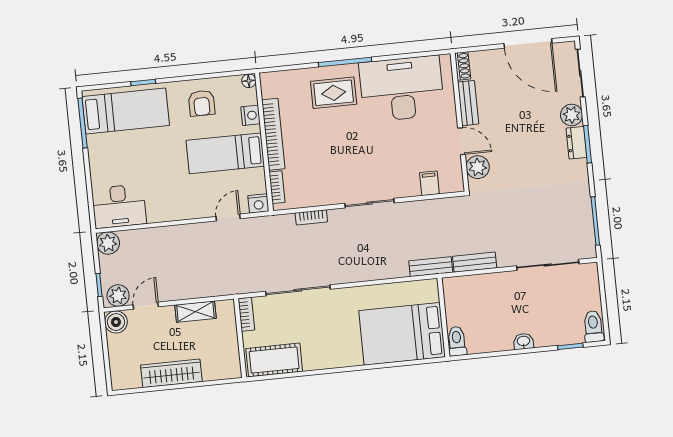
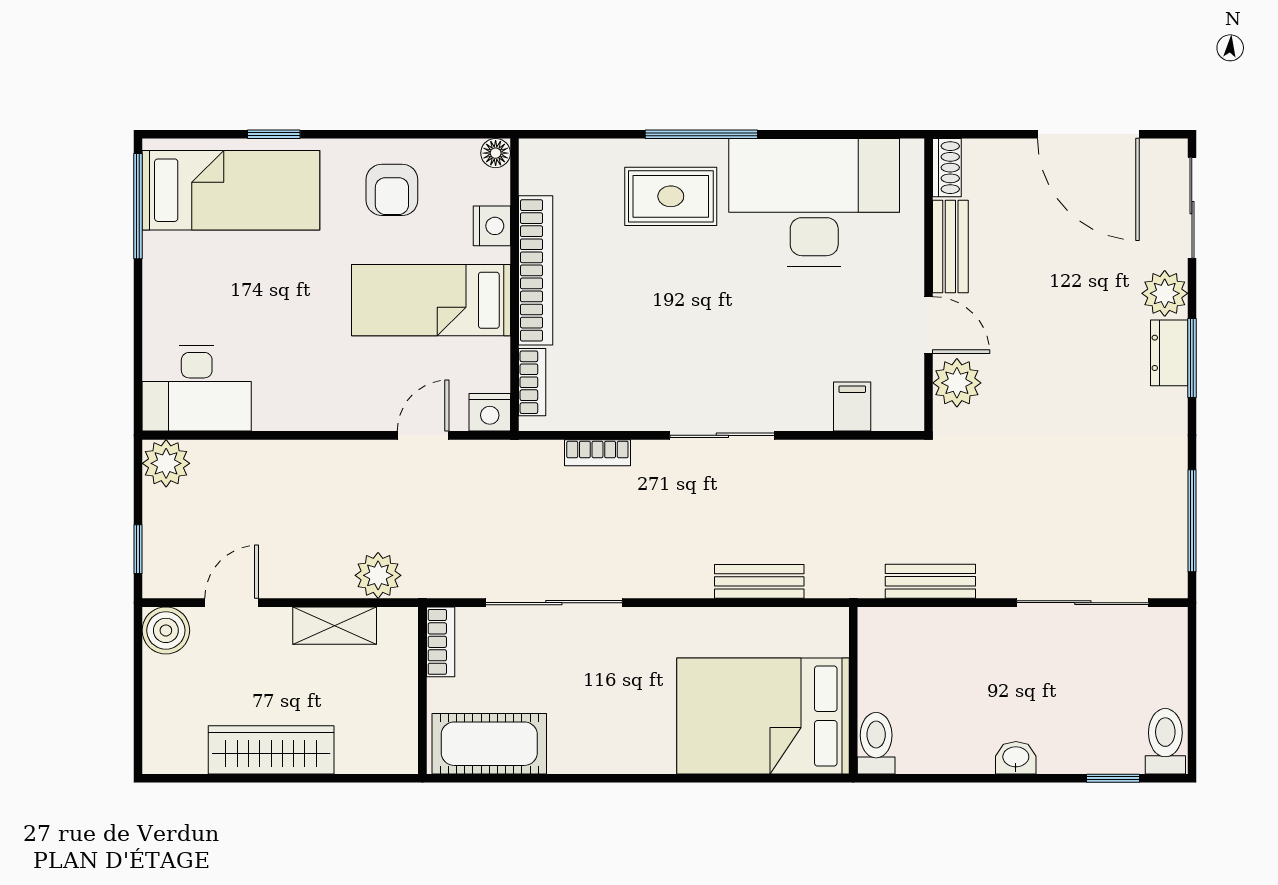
bench: (431, 267) -> (759, 581), moved
plant: (118, 296) -> (378, 575), moved

